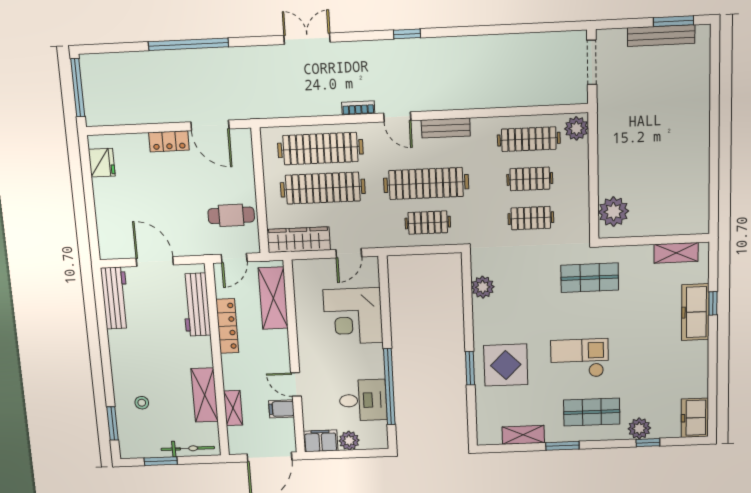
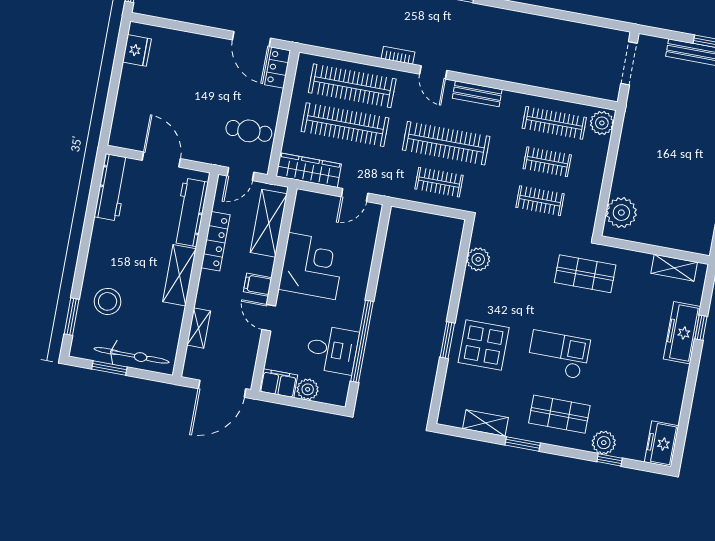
locker: (169, 141) -> (278, 68), moved, turned 90
corner desk: (353, 316) -> (312, 266), moved, turned 180
shelving: (205, 395) -> (179, 275), moved
stool: (142, 403) -> (108, 301), width x1.89, depth x1.89
filing cabinet: (281, 409) -> (258, 285), moved
bicycle: (188, 448) -> (132, 355), width x1.37, depth x1.40

